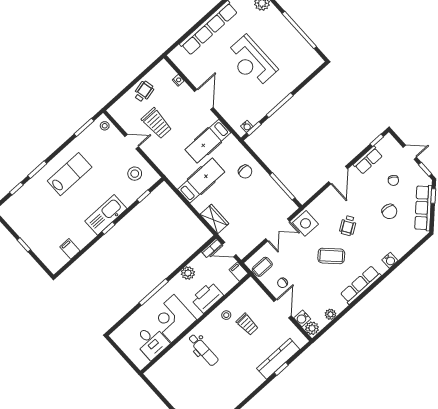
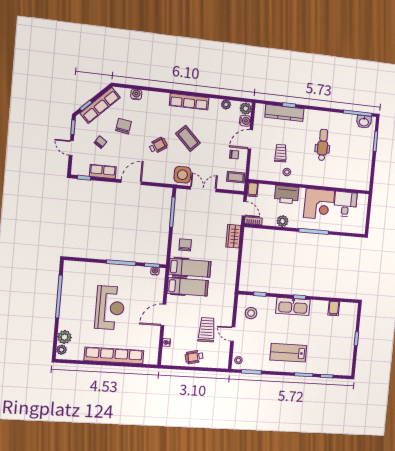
hospital bed: (201, 181) -> (190, 268), moved, turned 180
water cooler: (390, 260) -> (136, 94), moved
dental chair: (203, 350) -> (323, 145), moved

